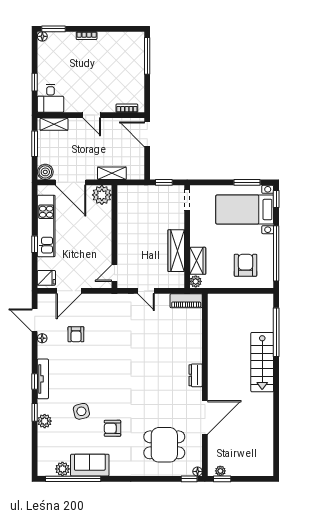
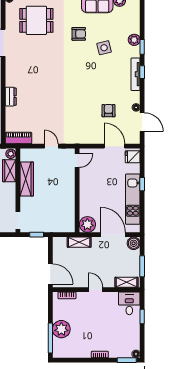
plant: (134, 67) -> (61, 329), added
door: (69, 291) -> (114, 146), hinge flipped
dresser: (196, 375) -> (11, 97), moved

